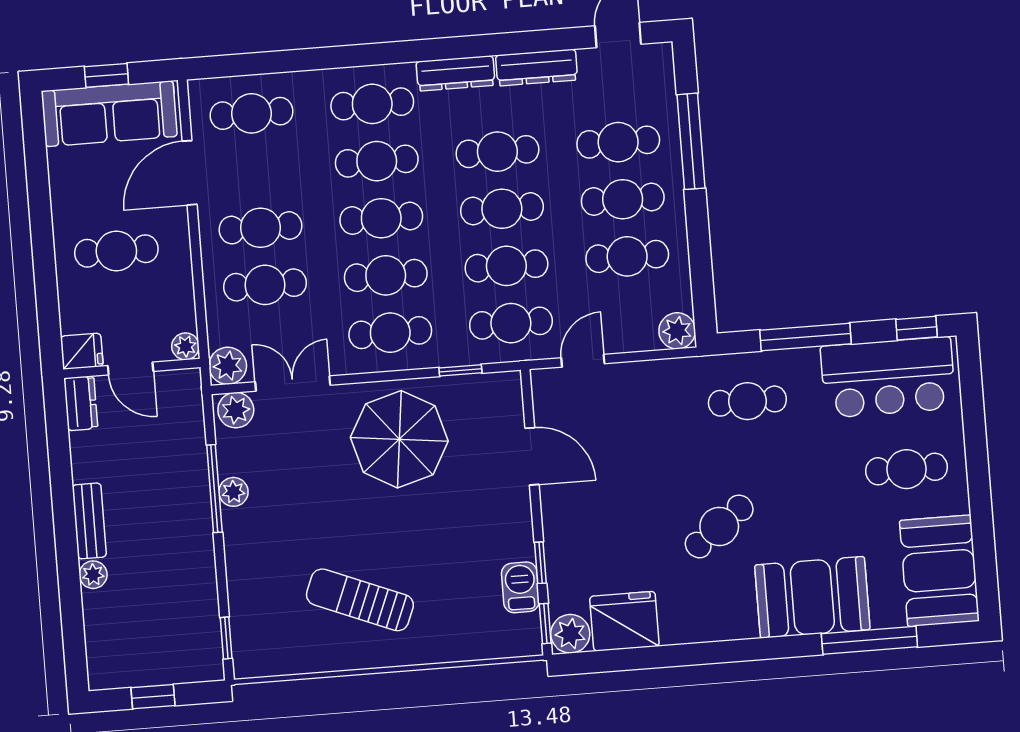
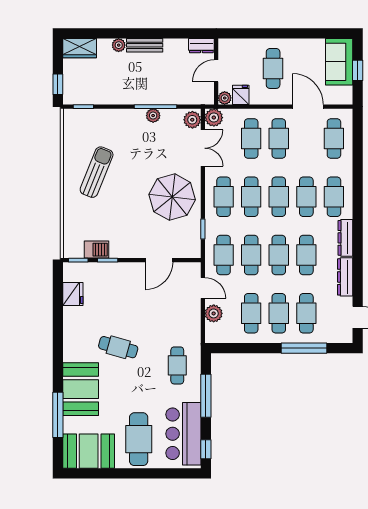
sofa: (109, 114) -> (339, 62), width x0.73
plant: (677, 331) -> (214, 313), moved
fridge: (82, 351) -> (241, 95), moved, turned 180
cafe table: (907, 469) -> (139, 439), width x1.37, depth x1.35
cafe table: (719, 526) -> (118, 347), turned -37
fridge: (624, 621) -> (73, 294), width x0.73, depth x0.75
plant: (570, 634) -> (72, 272), removed
wardrobe: (106, 655) -> (80, 48), added
window: (153, 697) -> (58, 84), moved

